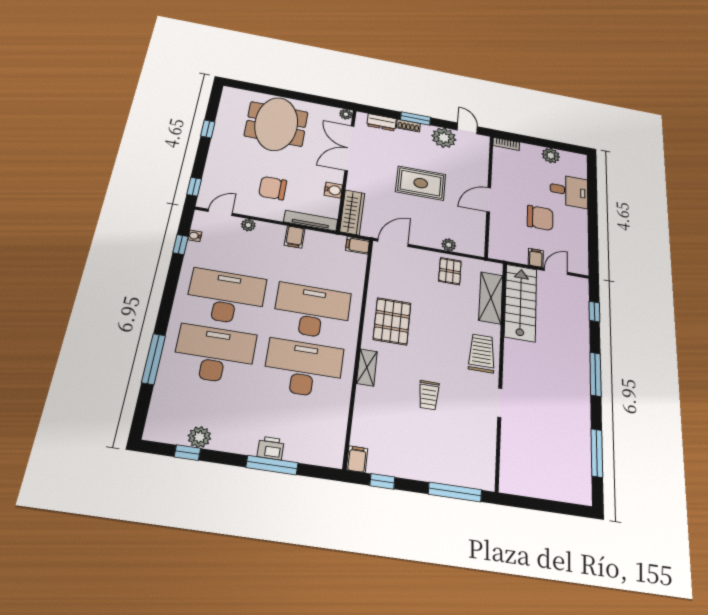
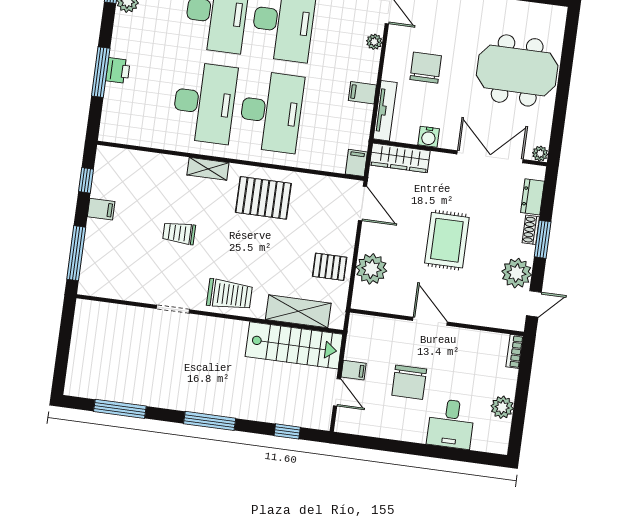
plant: (449, 245) -> (371, 269), width x1.87, depth x1.87
filing cabinet: (357, 459) -> (101, 209), moved

